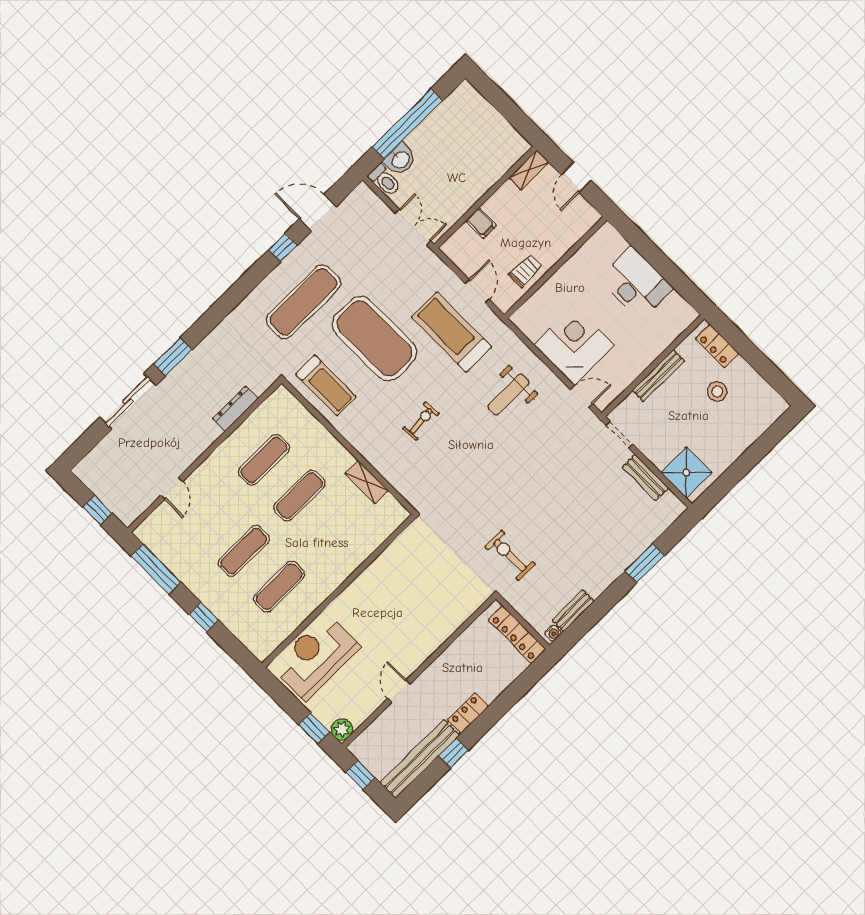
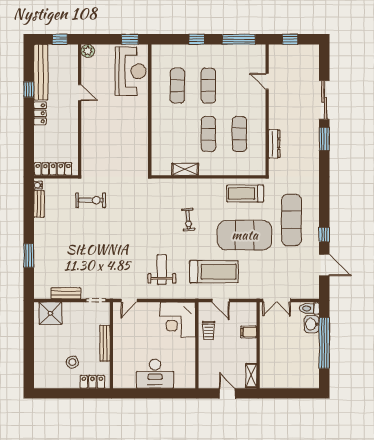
door: (318, 213) -> (324, 265), hinge flipped
corner desk: (574, 345) -> (178, 320), moved, turned 90
window: (314, 728) -> (130, 39), moved

